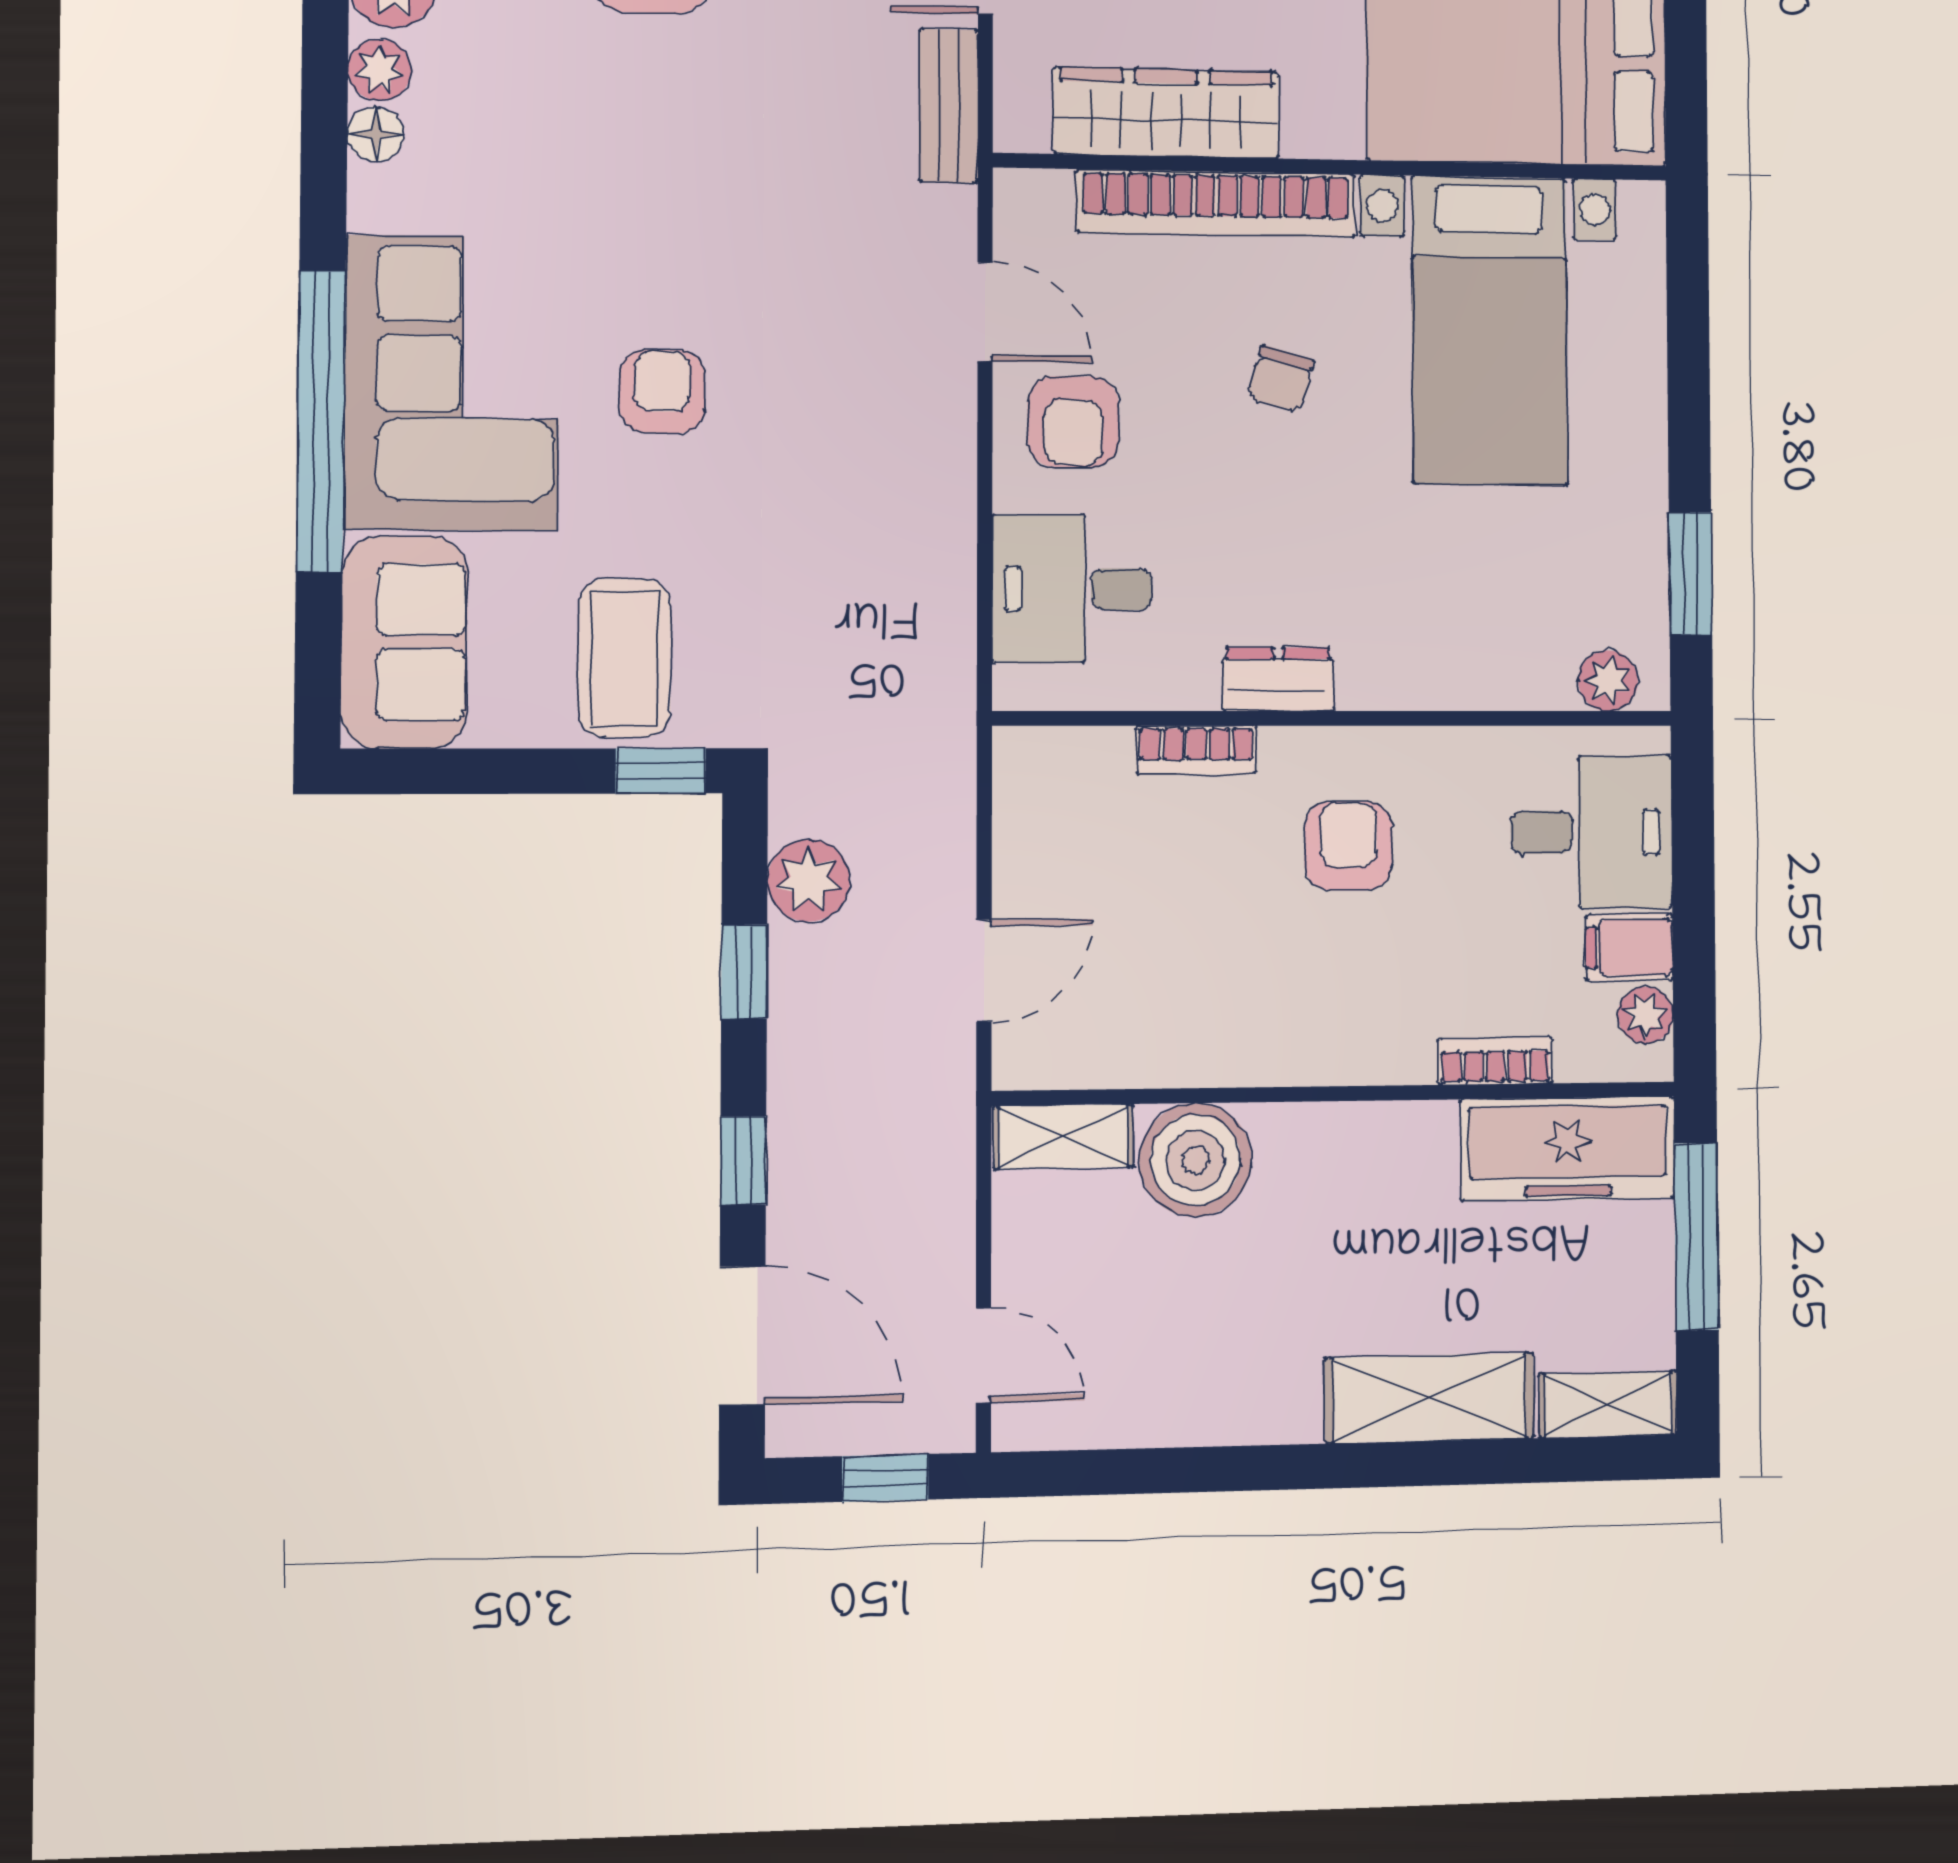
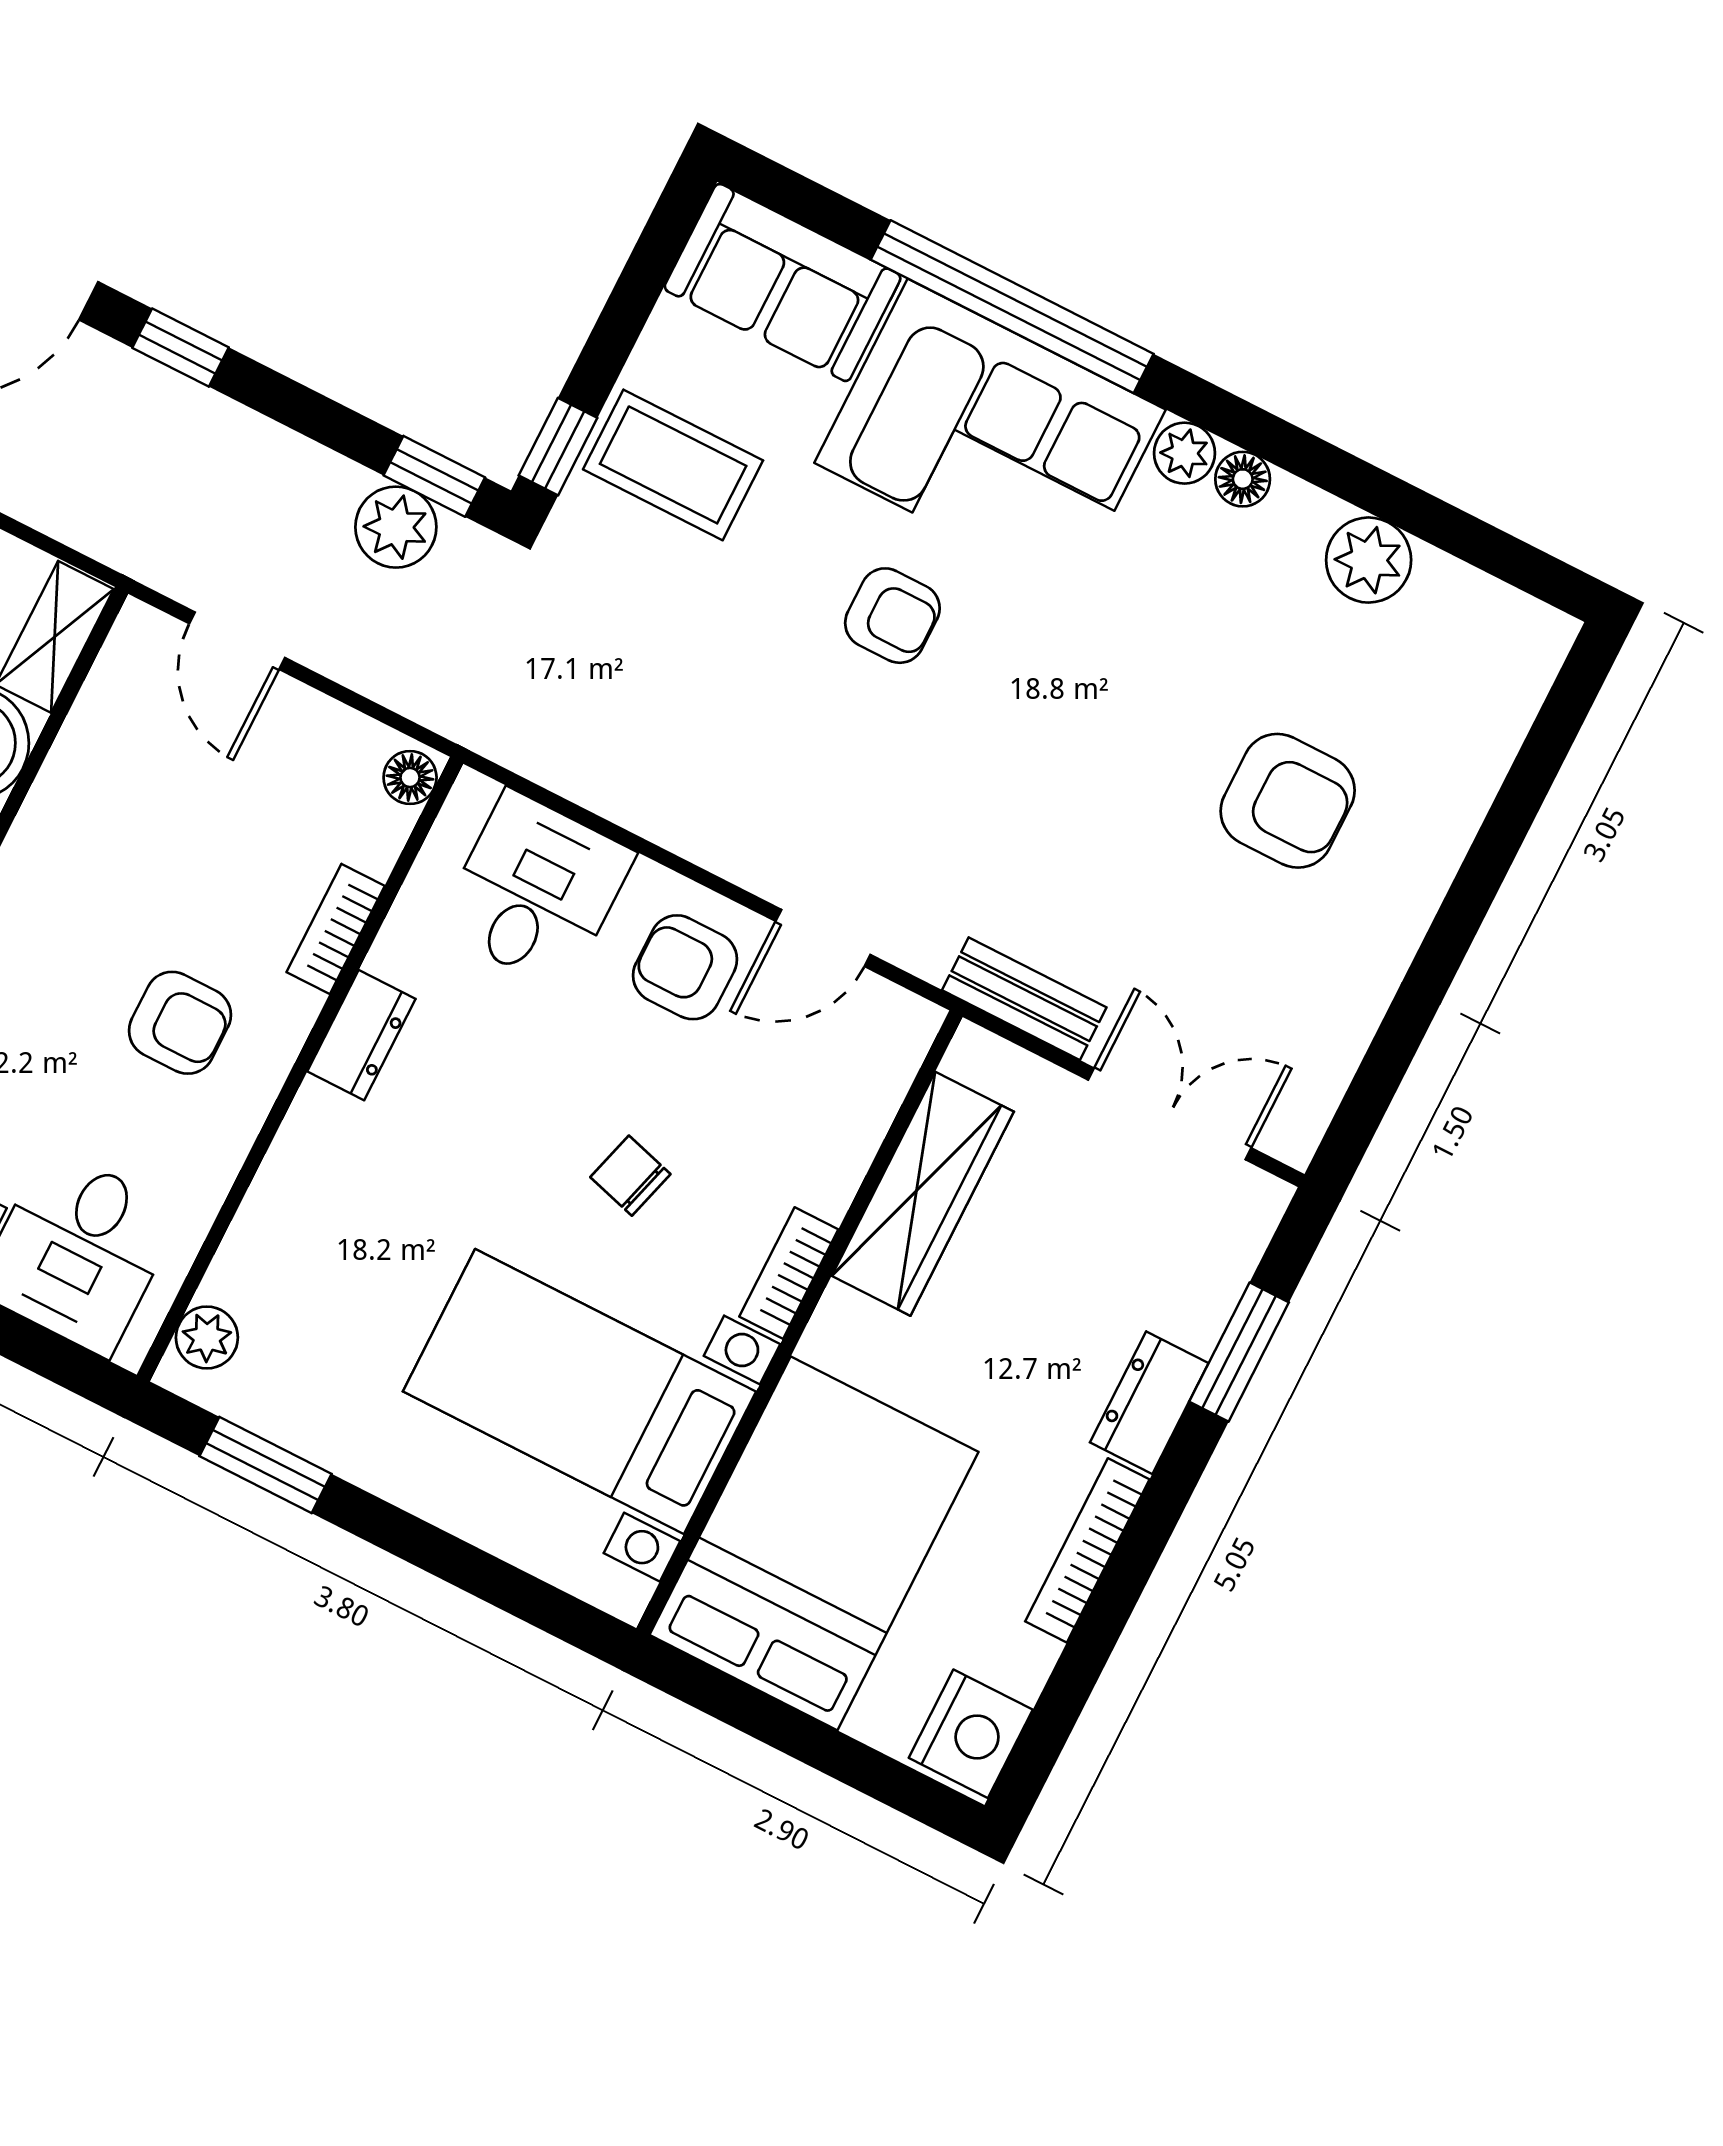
plant: (379, 70) -> (1185, 453), moved
bookcase: (1216, 203) -> (789, 1273), width x0.43, depth x0.76
floor lamp: (1028, 752) -> (410, 778), added
window: (744, 972) -> (434, 476), moved

